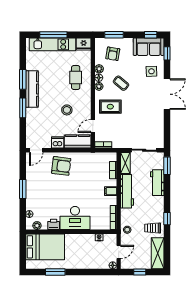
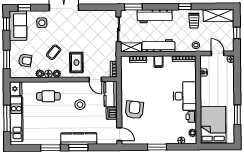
kitchen counter: (32, 89) -> (79, 139), moved
workbench: (157, 183) -> (155, 16), width x1.38

